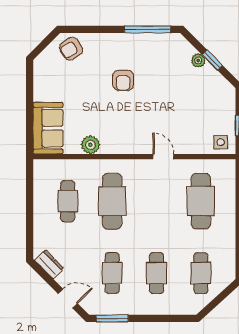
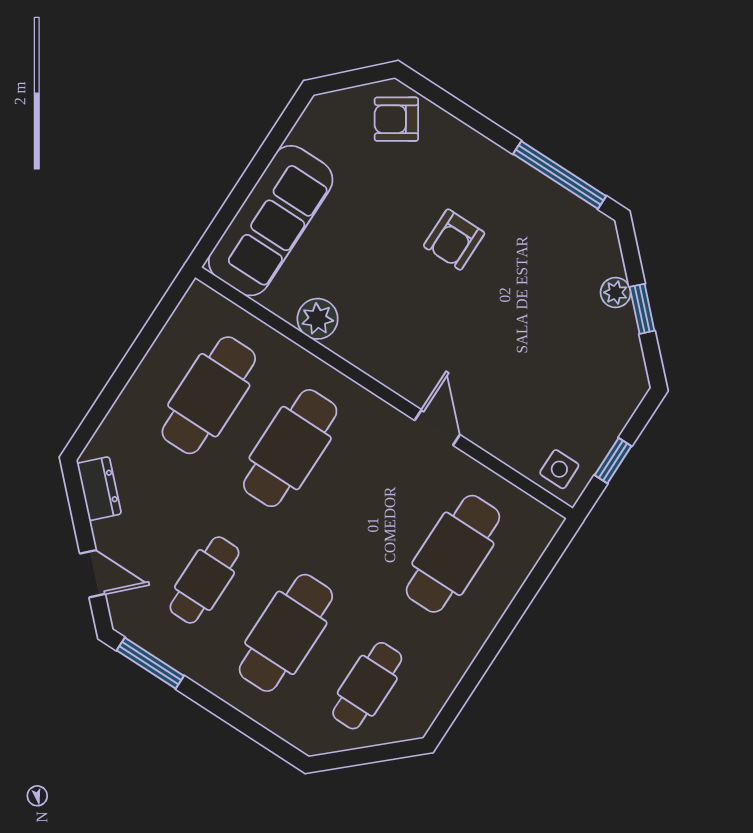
sofa: (48, 128) -> (271, 221), width x1.36
cafe table: (68, 201) -> (209, 395), width x1.37, depth x1.35
cafe table: (157, 273) -> (286, 633), width x1.37, depth x1.35

